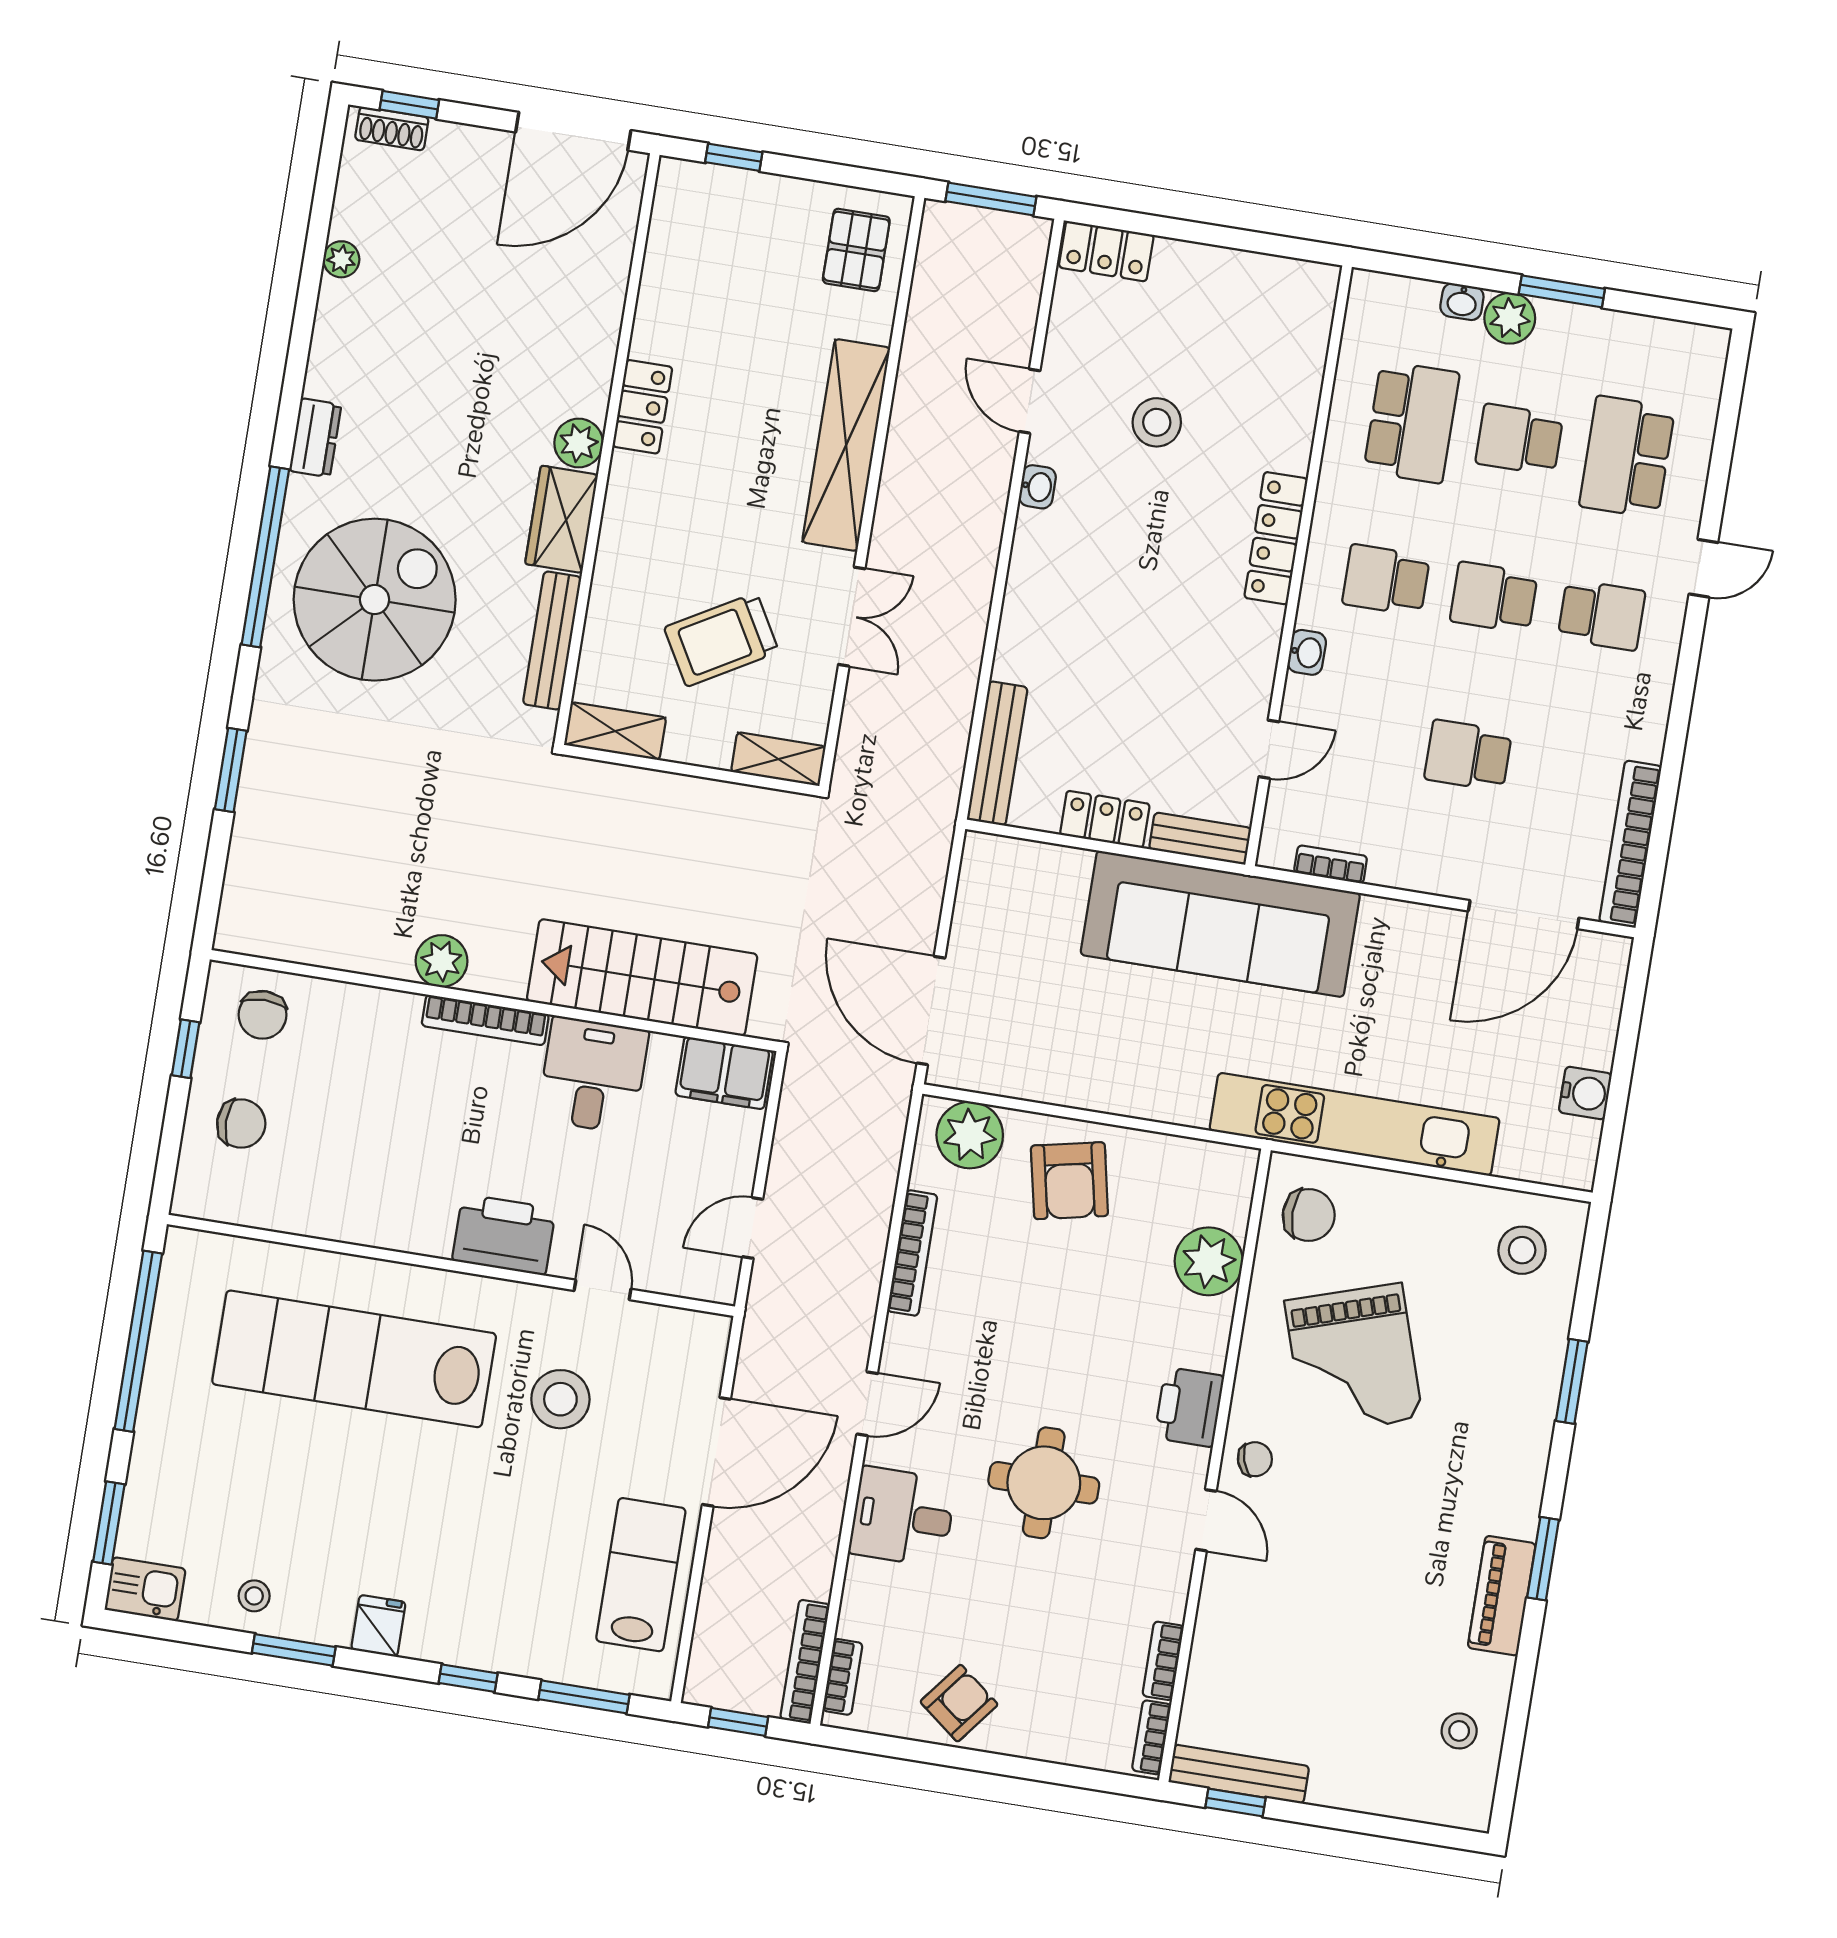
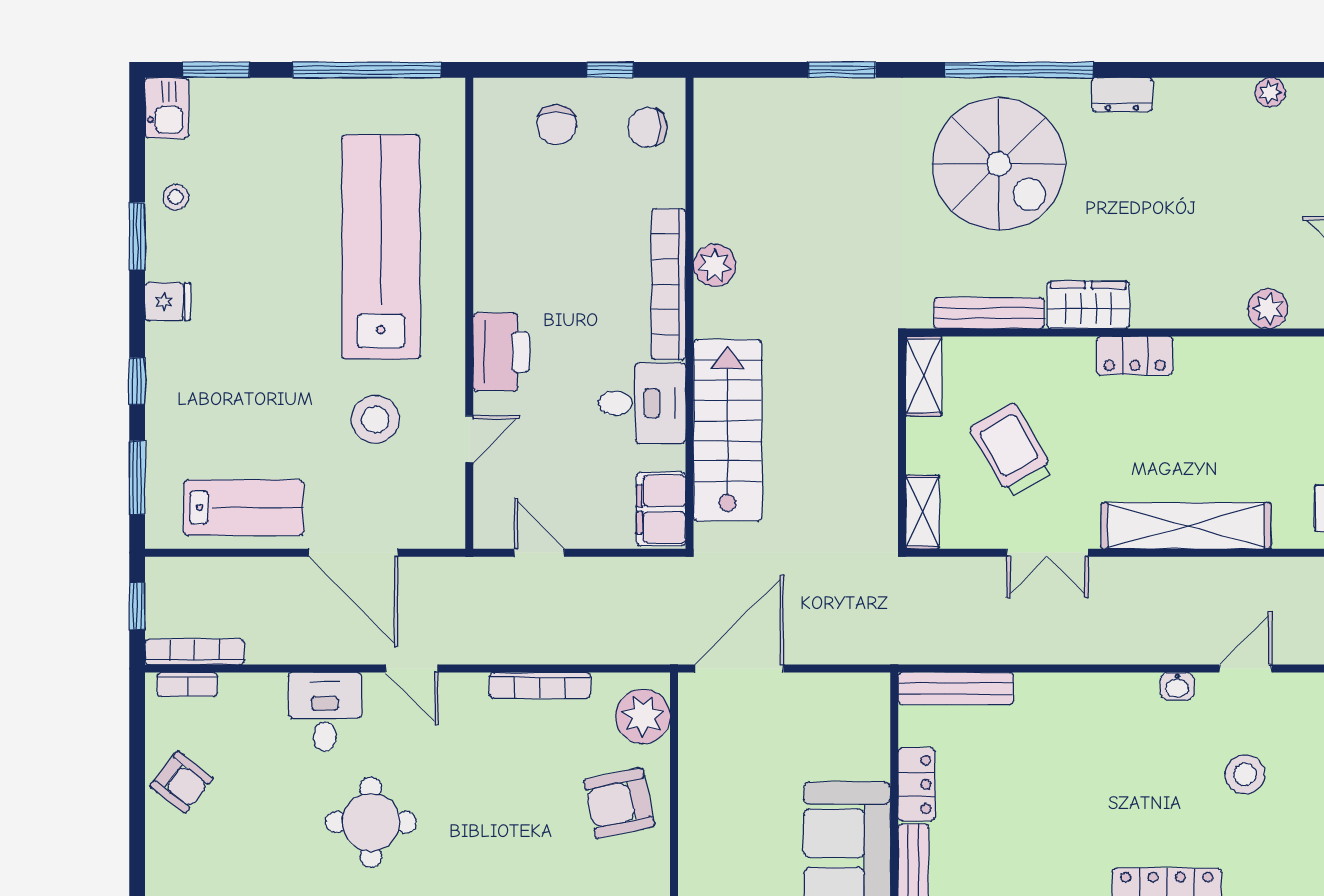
locker: (642, 407) -> (1135, 356), moved
plant: (579, 443) -> (1268, 309), moved
bookcase: (485, 1020) -> (669, 284), width x1.48, depth x1.31

